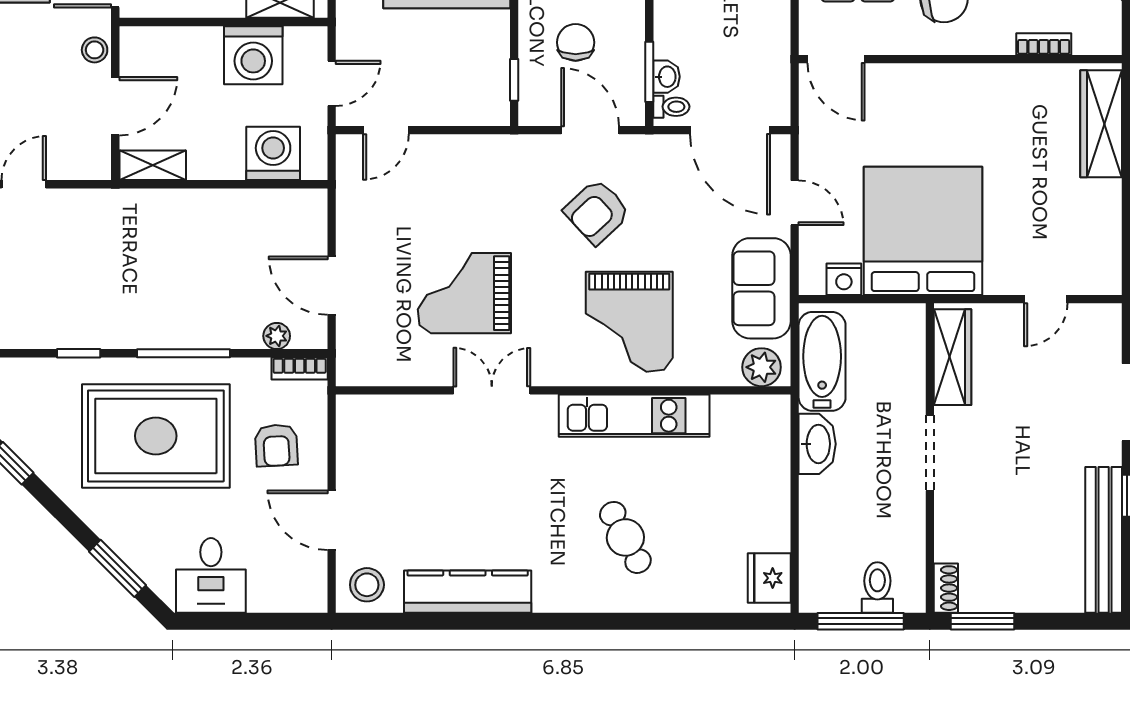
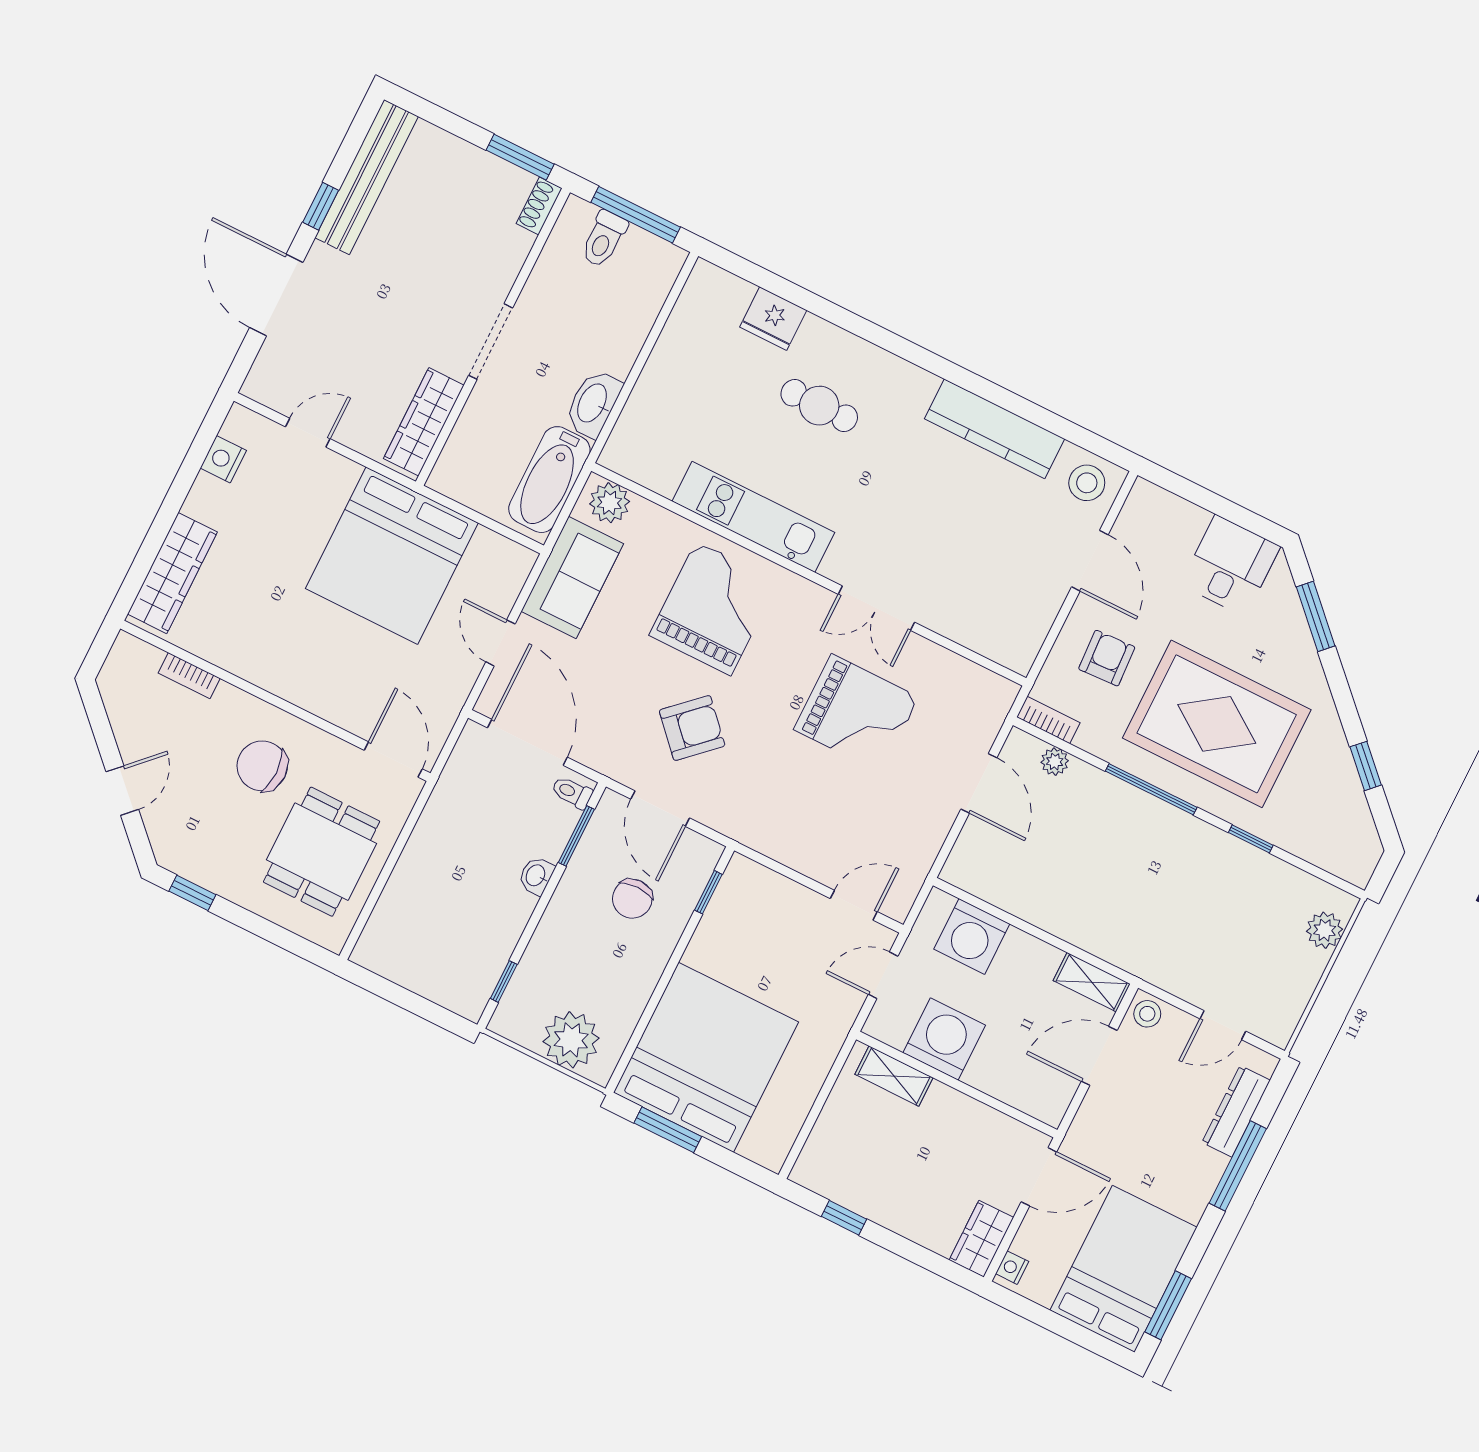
stool: (95, 50) -> (1147, 1014), moved
washbasin: (666, 77) -> (536, 876), moved
nightstand: (844, 279) -> (223, 459), moved, turned -90
cafe table: (625, 537) -> (819, 406), turned -62
fridge: (769, 578) -> (773, 319), moved, turned 90

